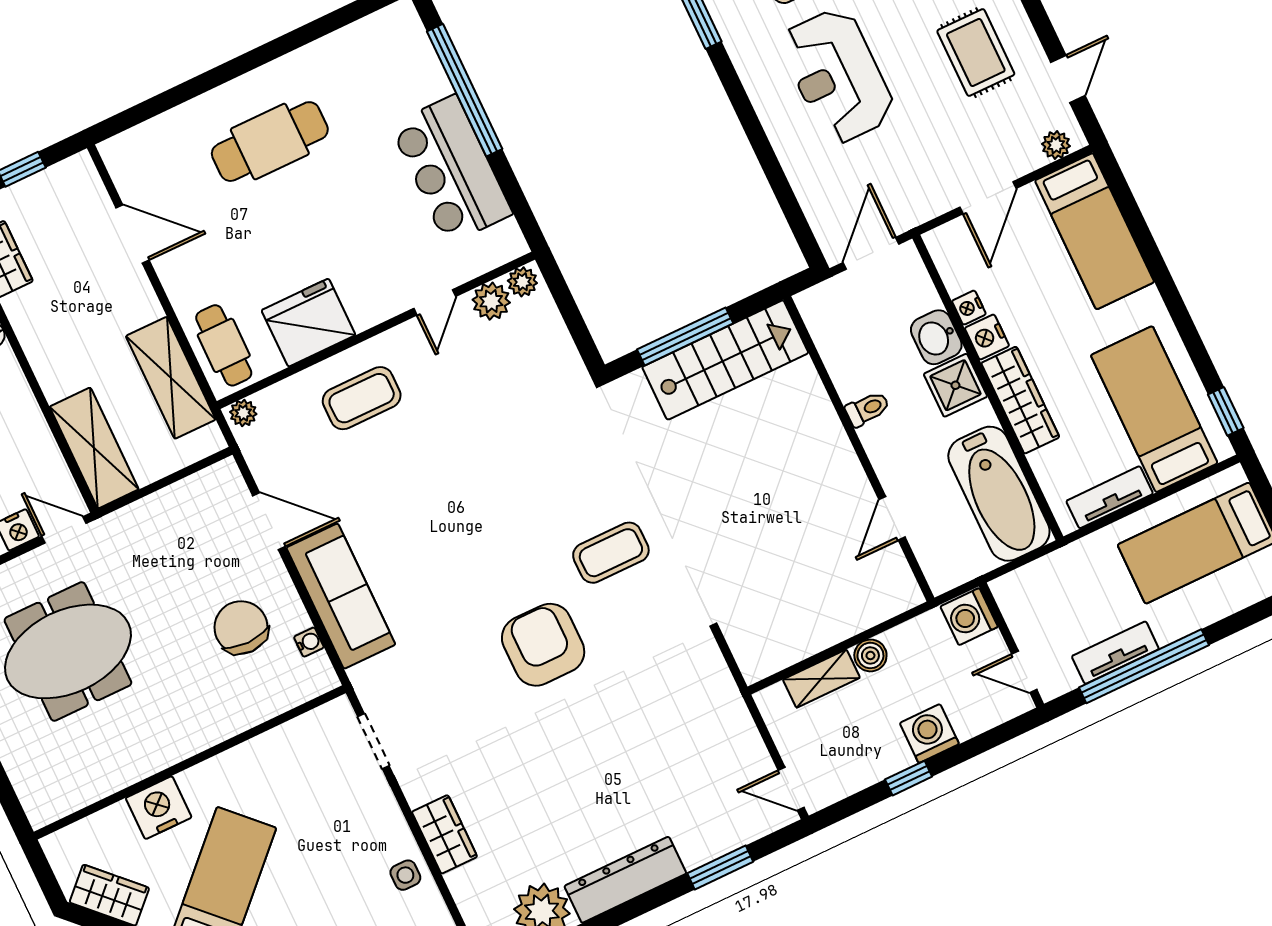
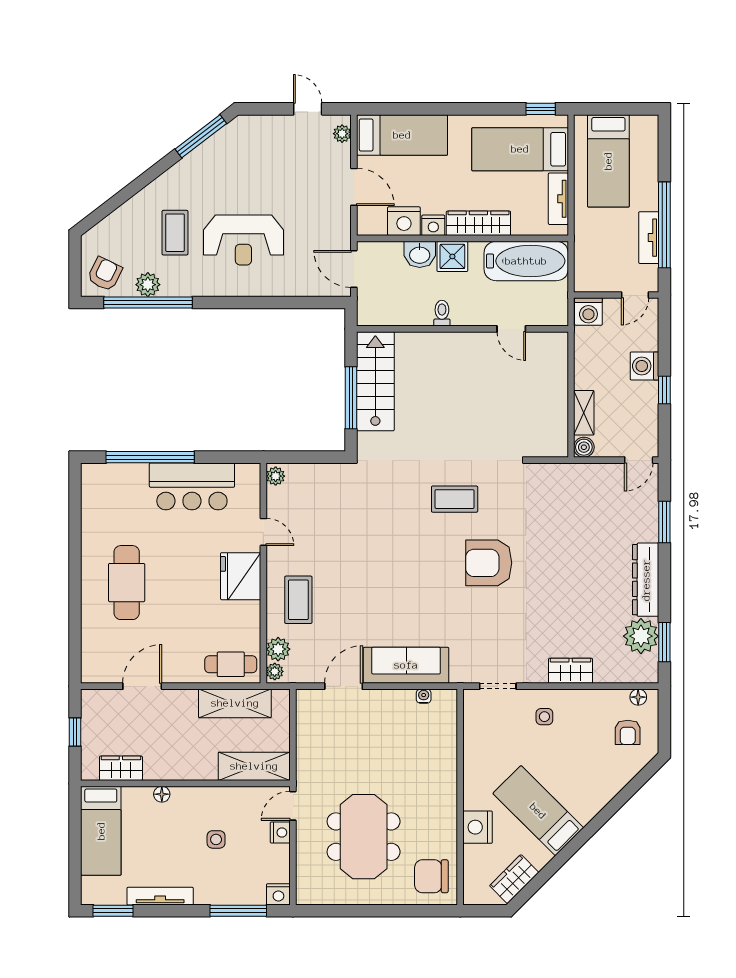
rug: (976, 52) -> (267, 154), removed
plant: (491, 301) -> (278, 649), moved
nightstand: (969, 308) -> (404, 221), width x1.89, depth x1.79
fridge: (308, 323) -> (241, 576), moved
coffee table: (611, 553) -> (455, 499), turned 90
chair: (241, 627) -> (431, 876), moved
boiler: (870, 655) -> (584, 447), moved
side table: (405, 875) -> (544, 717), moved

